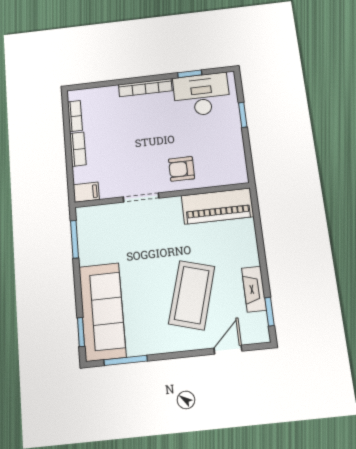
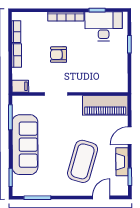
armchair: (182, 169) -> (59, 55), moved
door: (261, 248) -> (130, 136), added
sofa: (102, 312) -> (25, 145), moved

